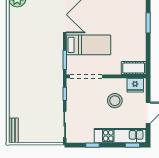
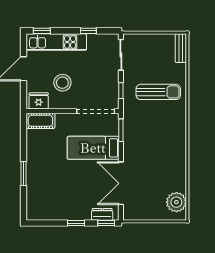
sun lounger: (33, 93) -> (158, 92), added

